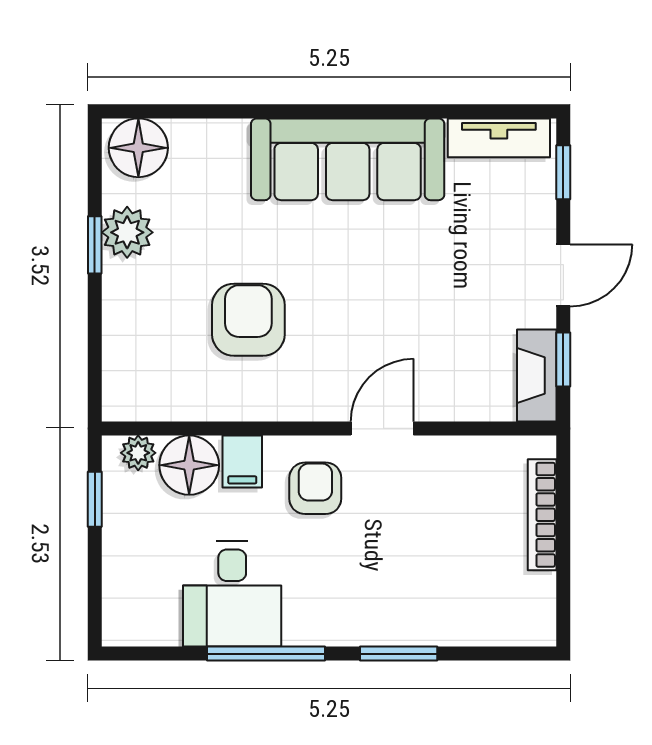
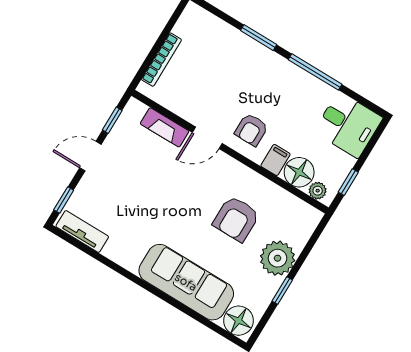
sofa: (348, 159) -> (186, 282), moved
plant: (127, 232) -> (278, 258), moved, width x1.36, depth x1.36
fireplace: (537, 376) -> (165, 127), moved, turned 90
desk: (232, 594) -> (348, 125), moved, turned 90

